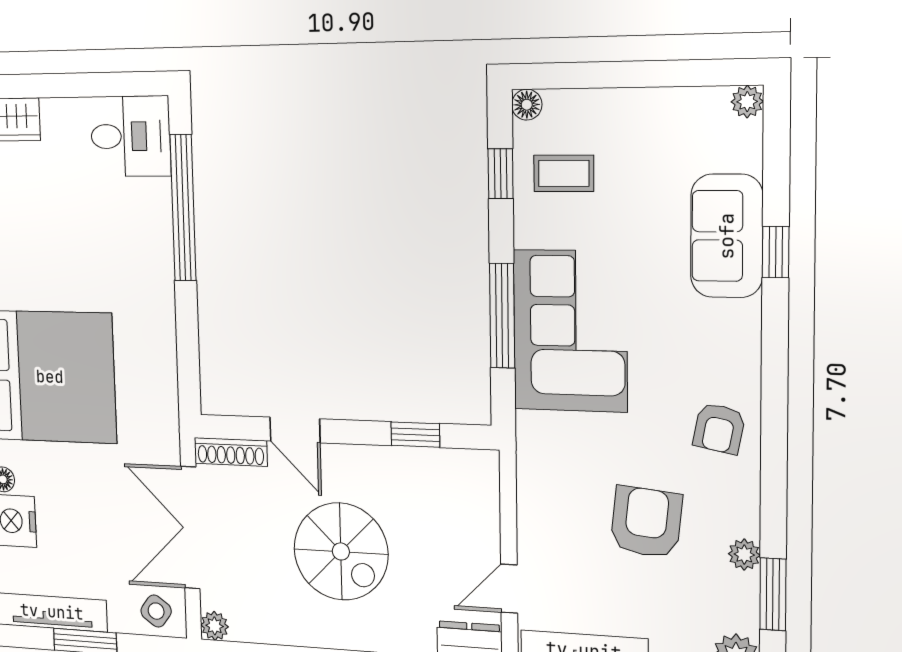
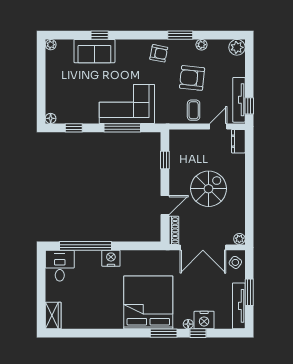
coffee table: (564, 173) -> (194, 110), moved
nightstand: (154, 278) -> (111, 258), added
door: (509, 589) -> (218, 126), swing flipped
window: (773, 594) -> (180, 35), moved

